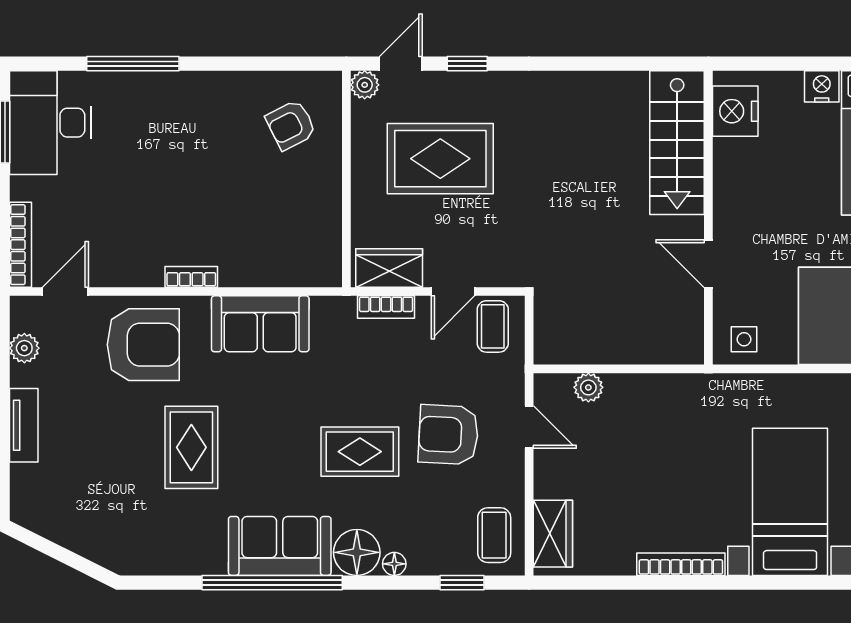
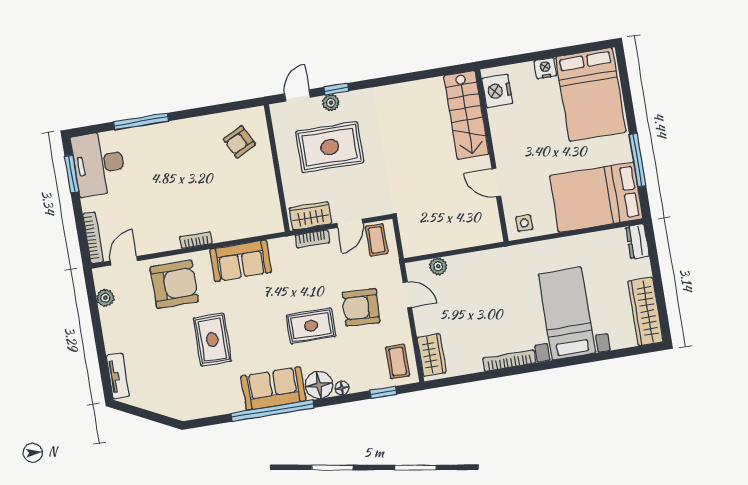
plant: (365, 85) -> (331, 103), moved
tv unit: (24, 425) -> (118, 376), moved

